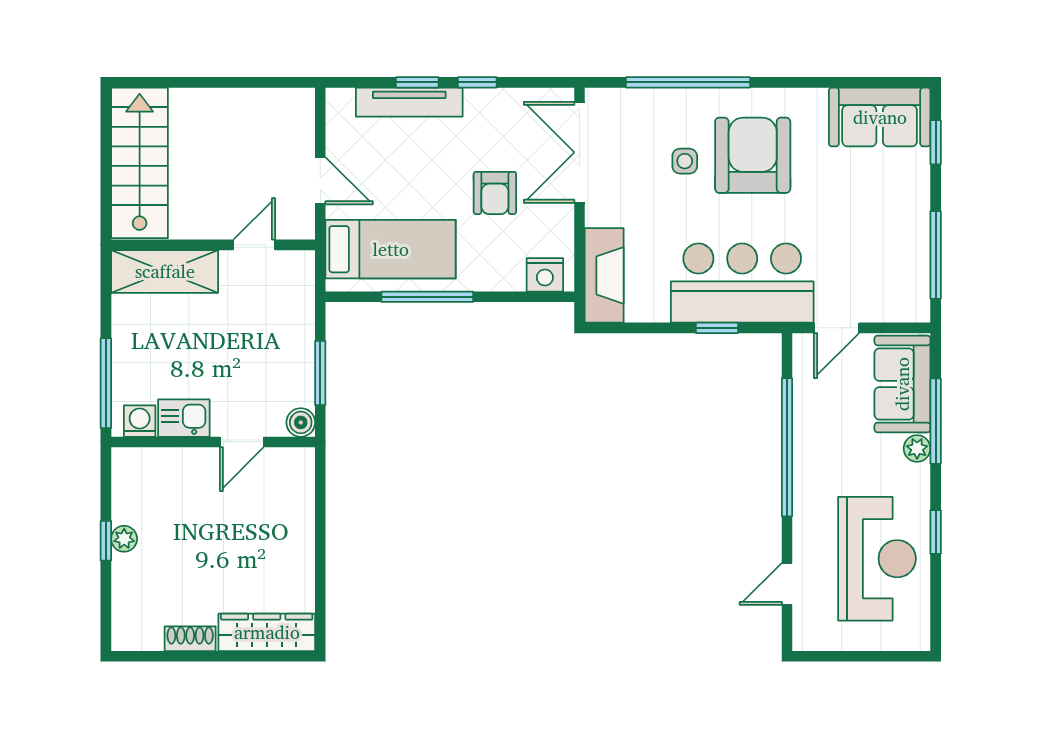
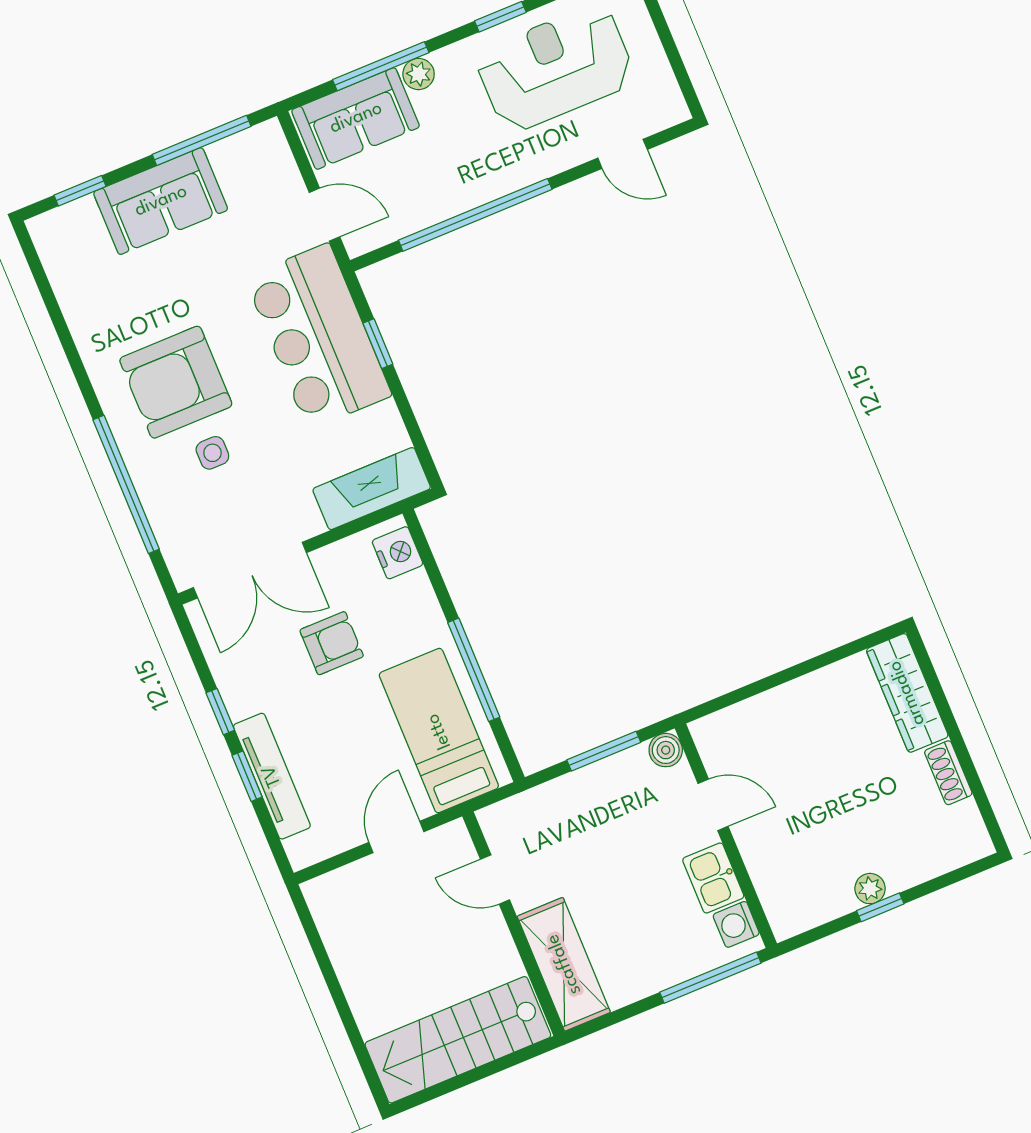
sofa: (880, 117) -> (161, 201), moved, turned 90

